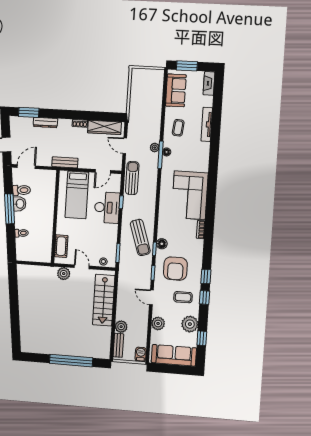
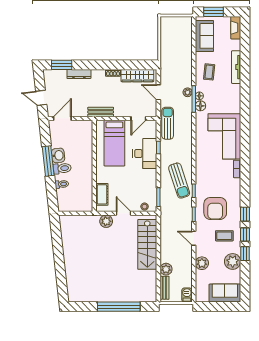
toilet: (22, 190) -> (62, 168), moved
floor lamp: (162, 244) -> (200, 106), moved
window: (202, 338) -> (245, 254), moved
sofa: (174, 355) -> (225, 293), width x0.73

